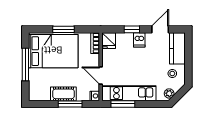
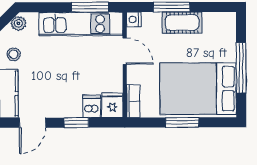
dishwasher: (139, 40) -> (92, 106), moved

